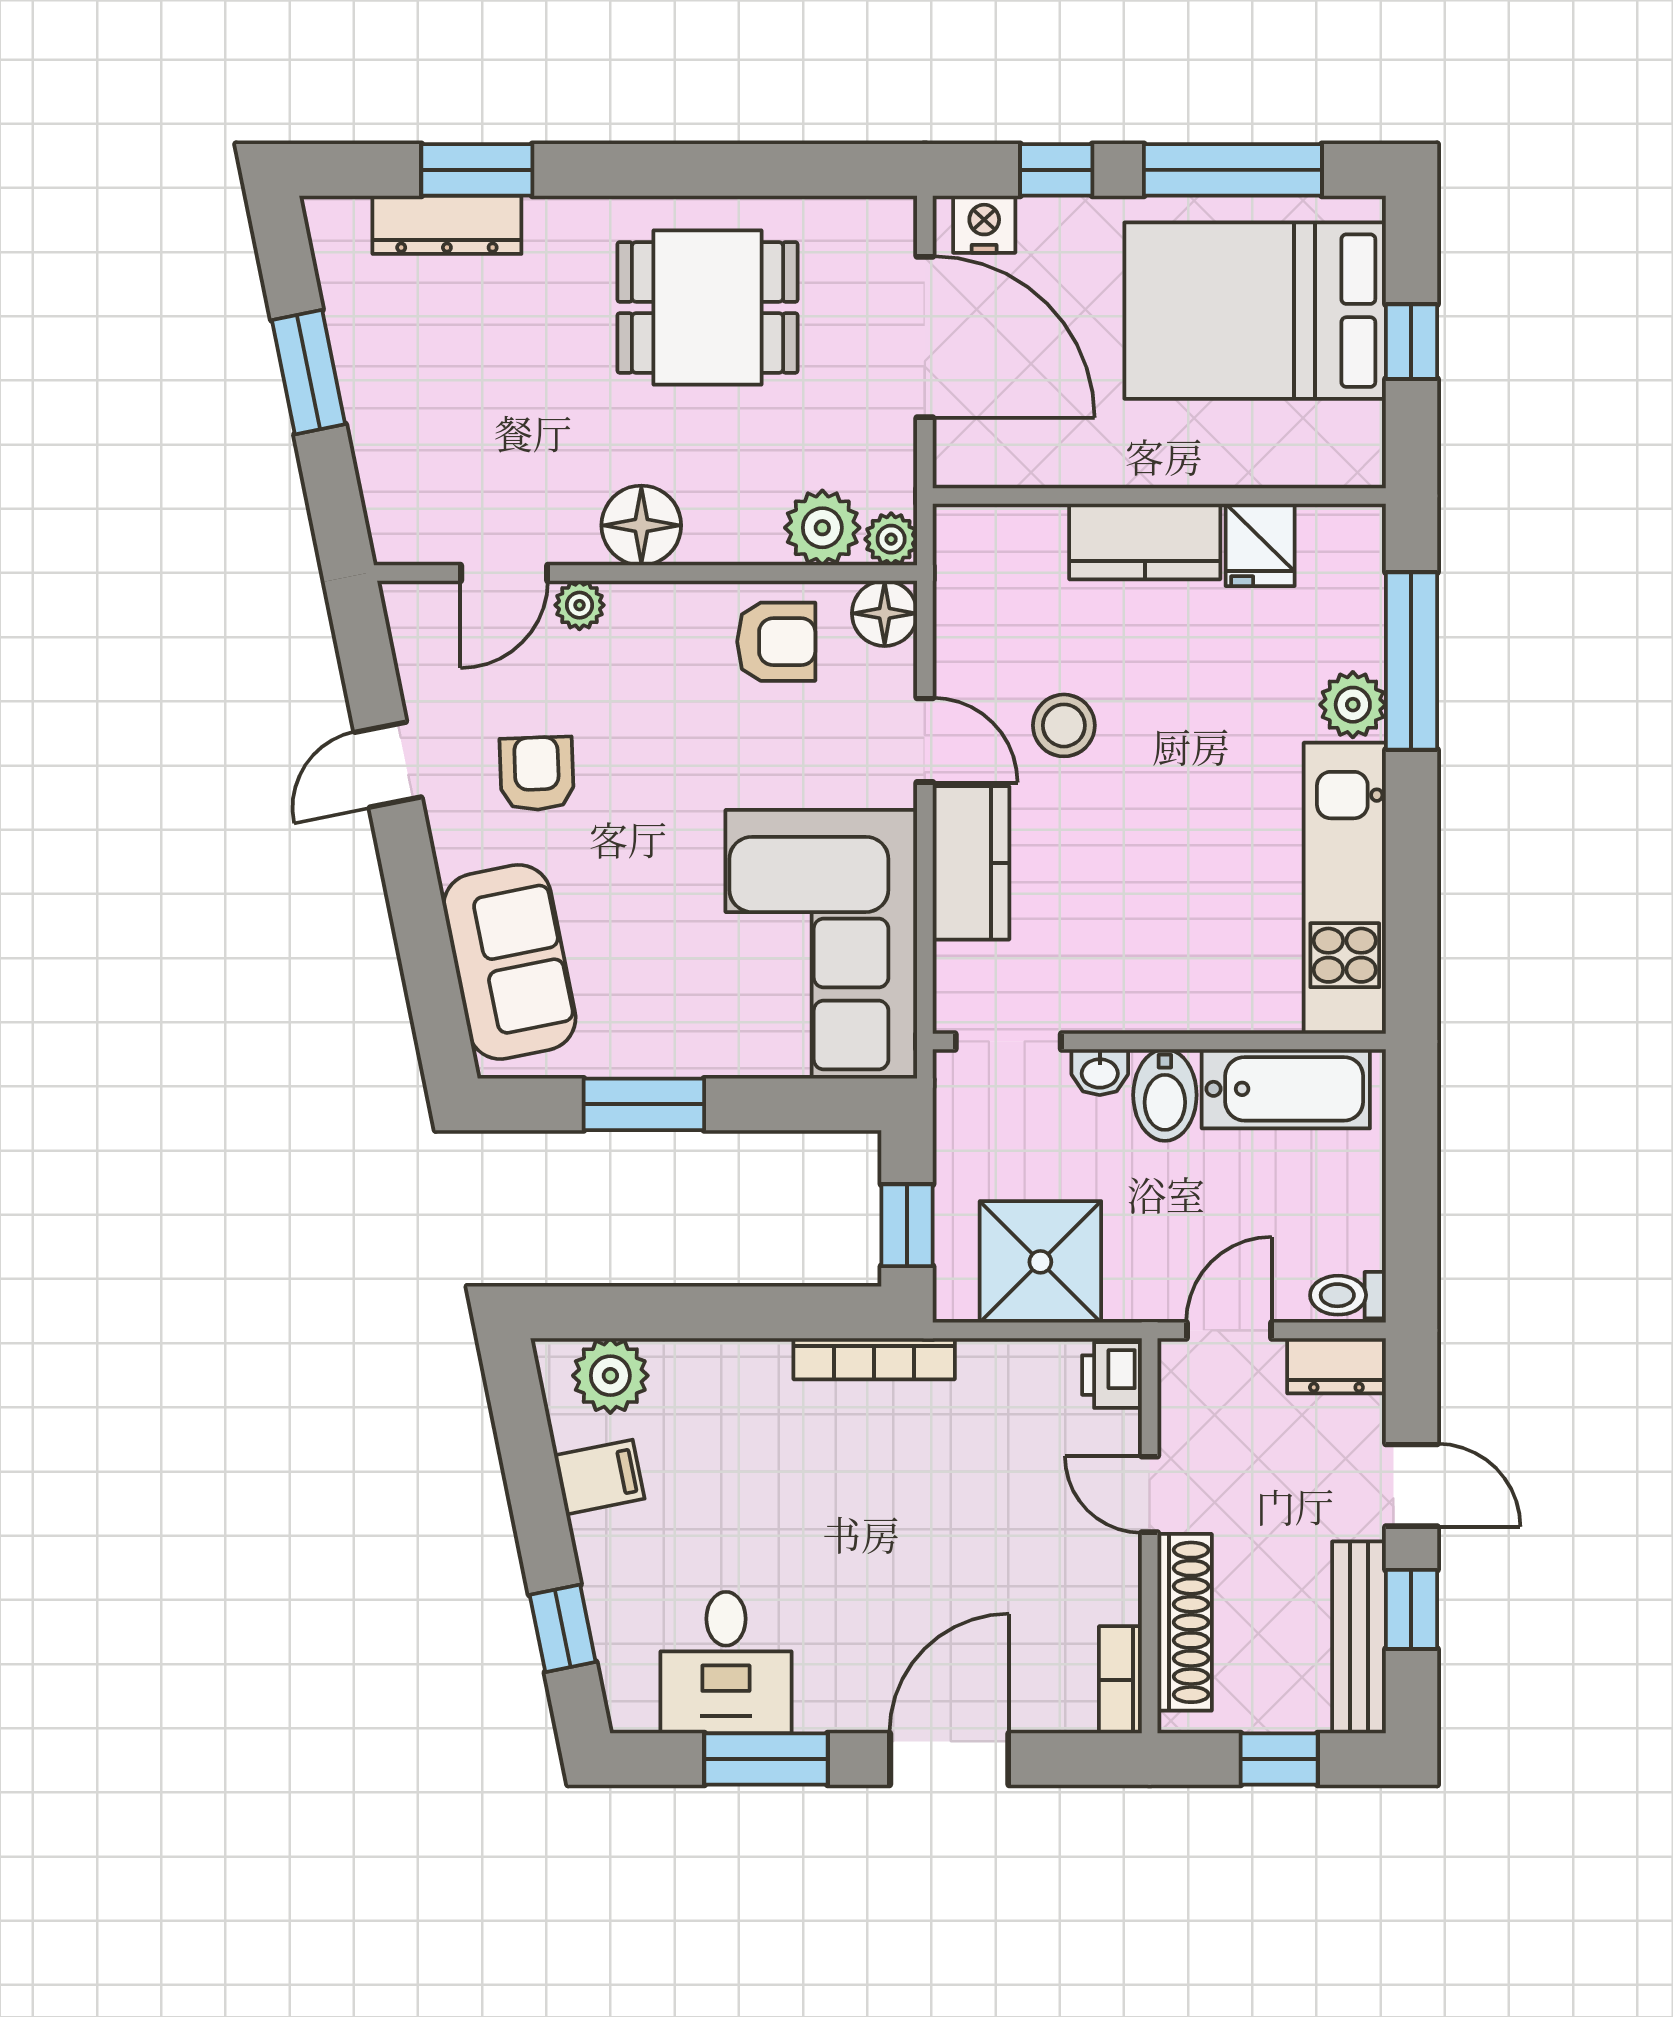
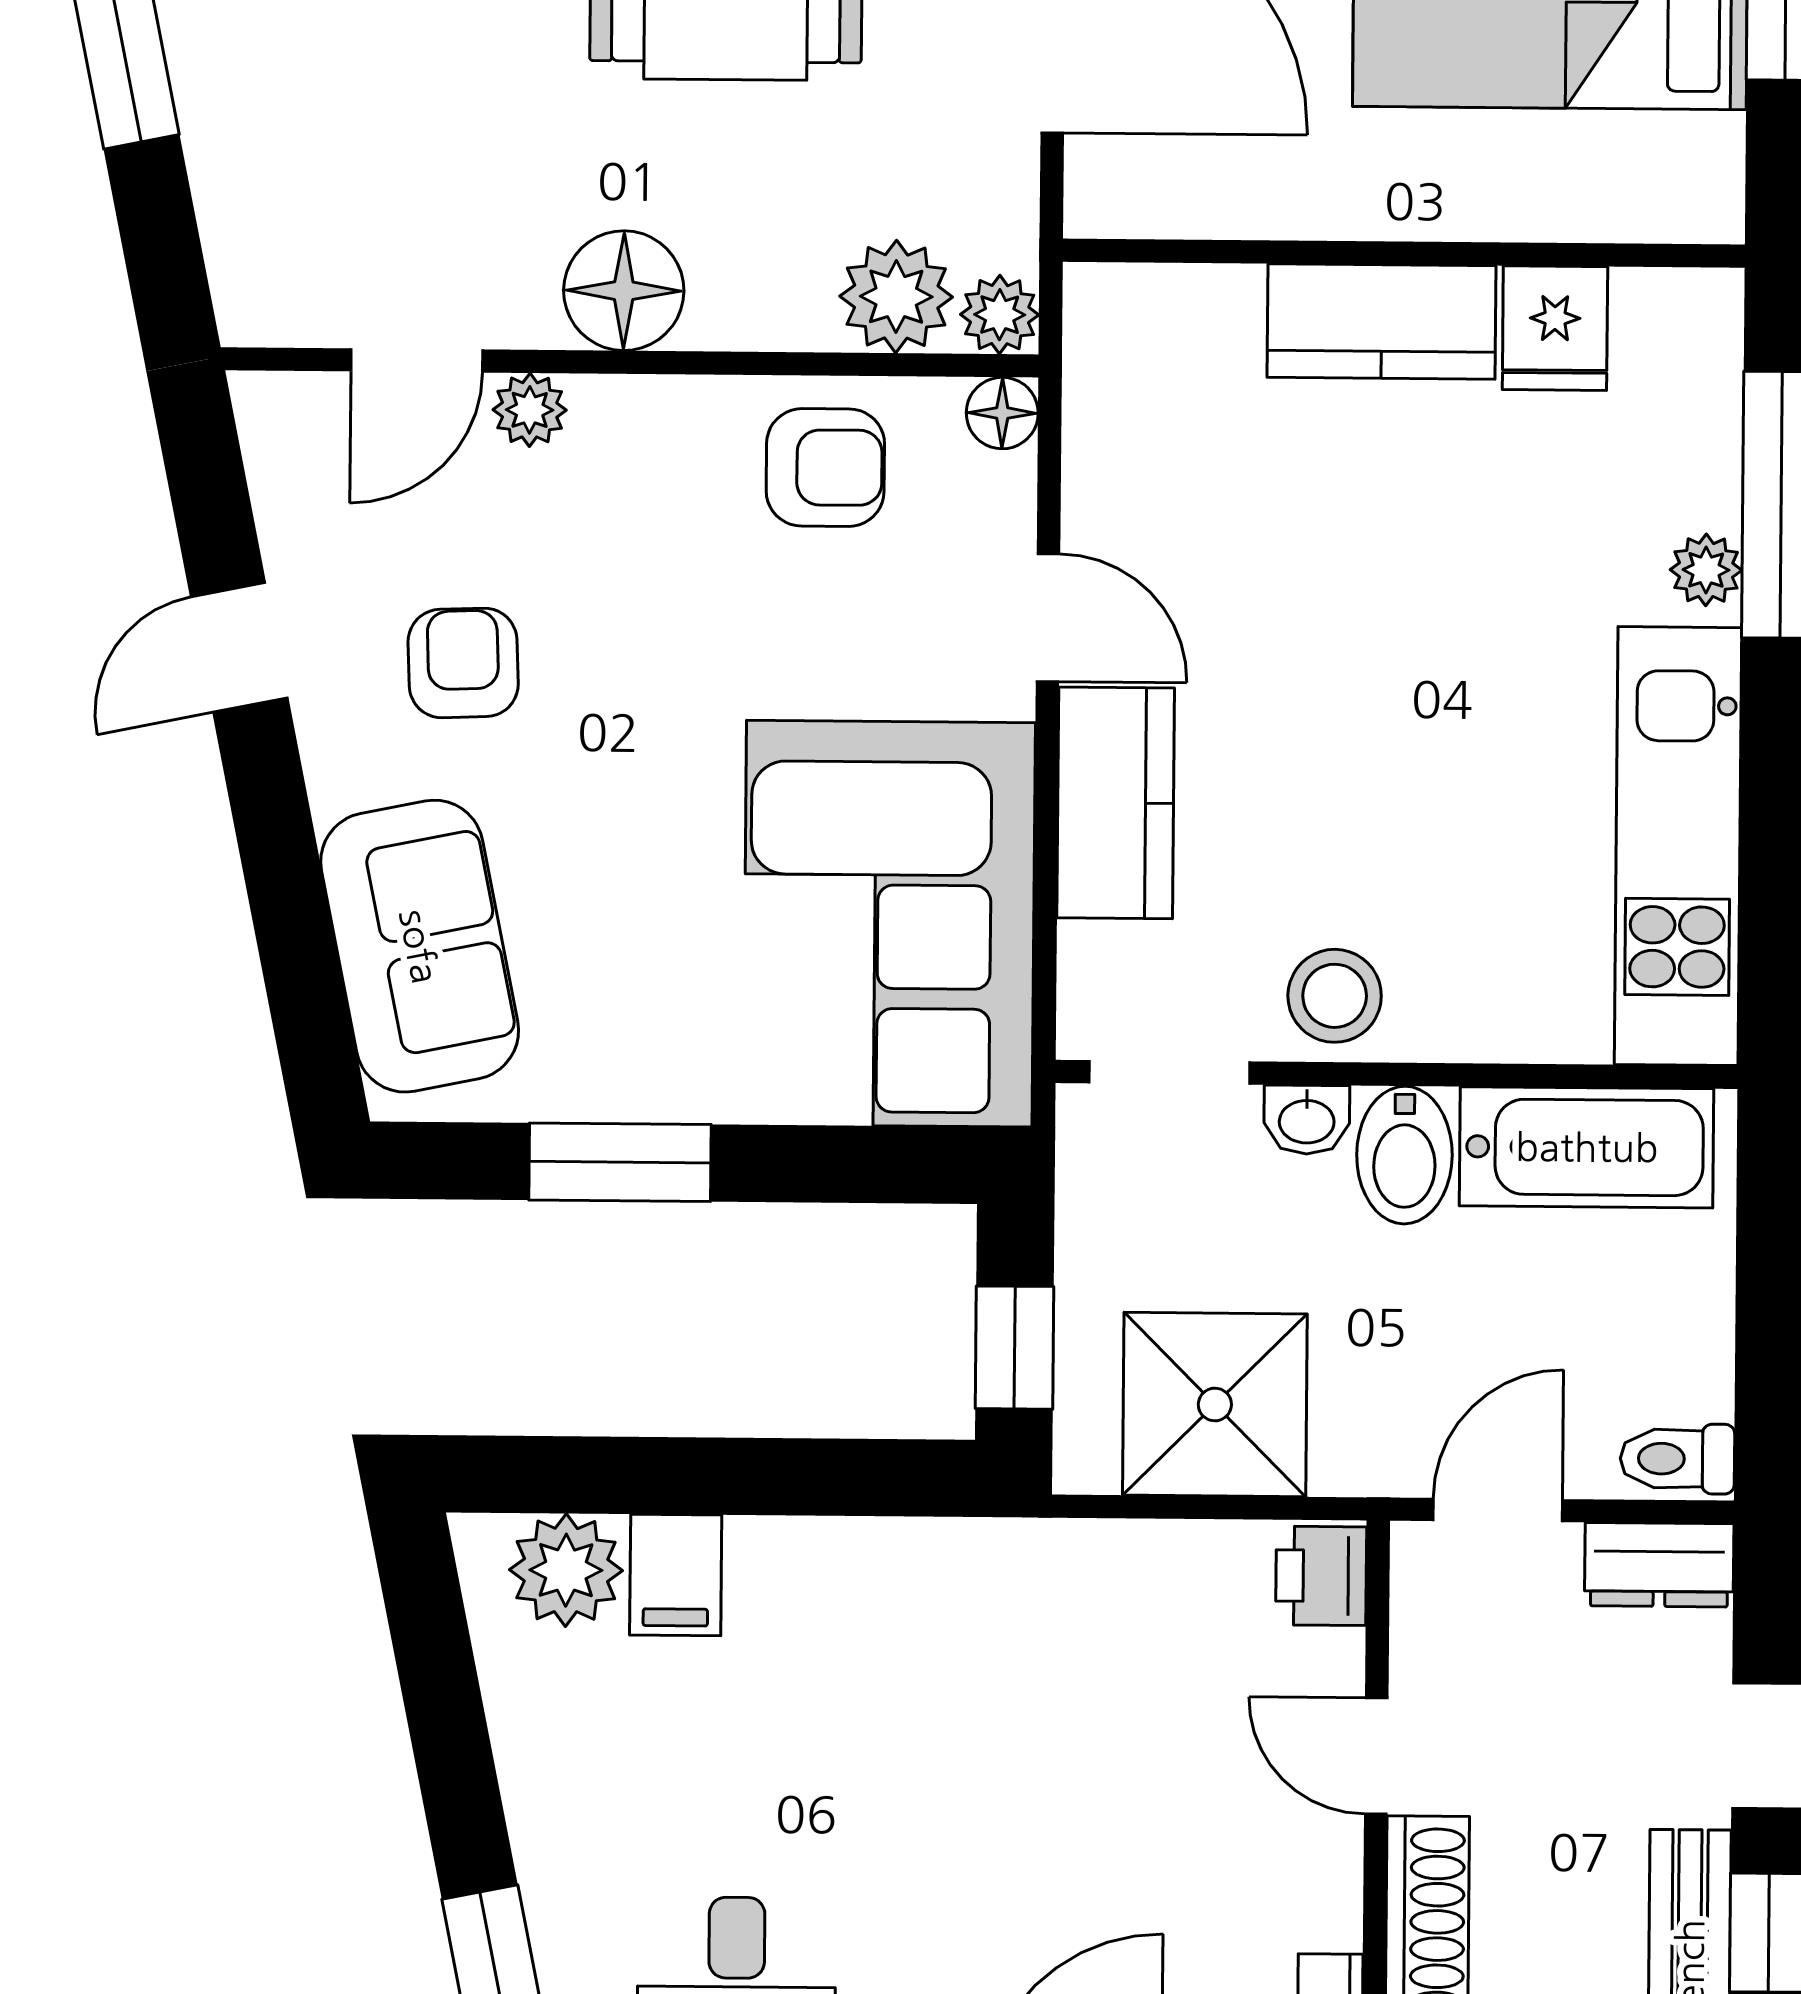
floor lamp: (885, 613) -> (1002, 413), width x0.73, depth x0.73
plant: (1353, 705) -> (1706, 570), width x0.73, depth x0.73
stool: (1064, 725) -> (1335, 996), moved
bookcase: (874, 1359) -> (963, 1548), removed
filing cabinet: (599, 1477) -> (676, 1575), moved, turned 101

